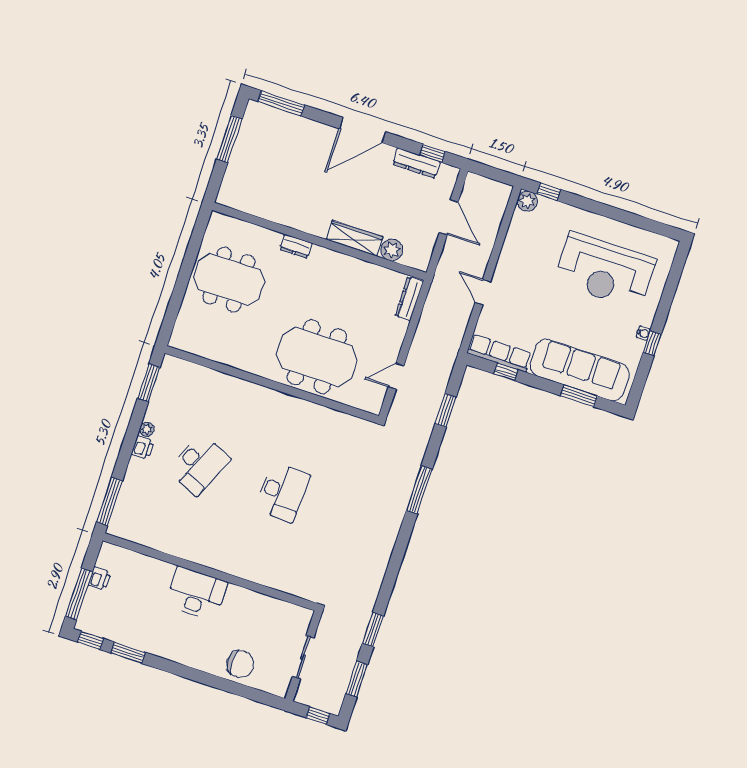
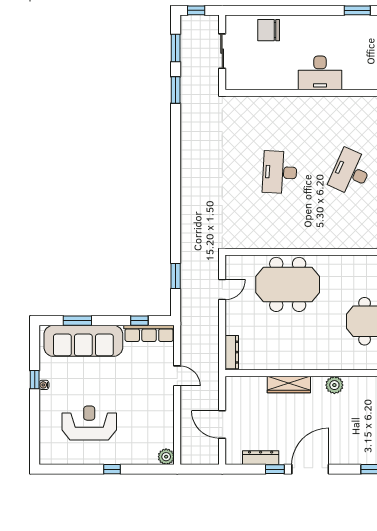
window: (432, 153) -> (275, 469), moved
window: (549, 192) -> (112, 469), moved
dresser: (296, 246) -> (332, 364), removed
plant: (392, 250) -> (334, 385), moved
reception desk: (605, 271) -> (89, 423), width x0.74, depth x0.77
window: (419, 490) -> (176, 209), removed

